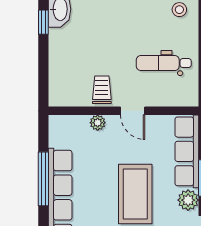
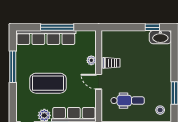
dental chair: (164, 63) -> (128, 101), turned 90
door: (133, 111) -> (99, 82), hinge flipped

